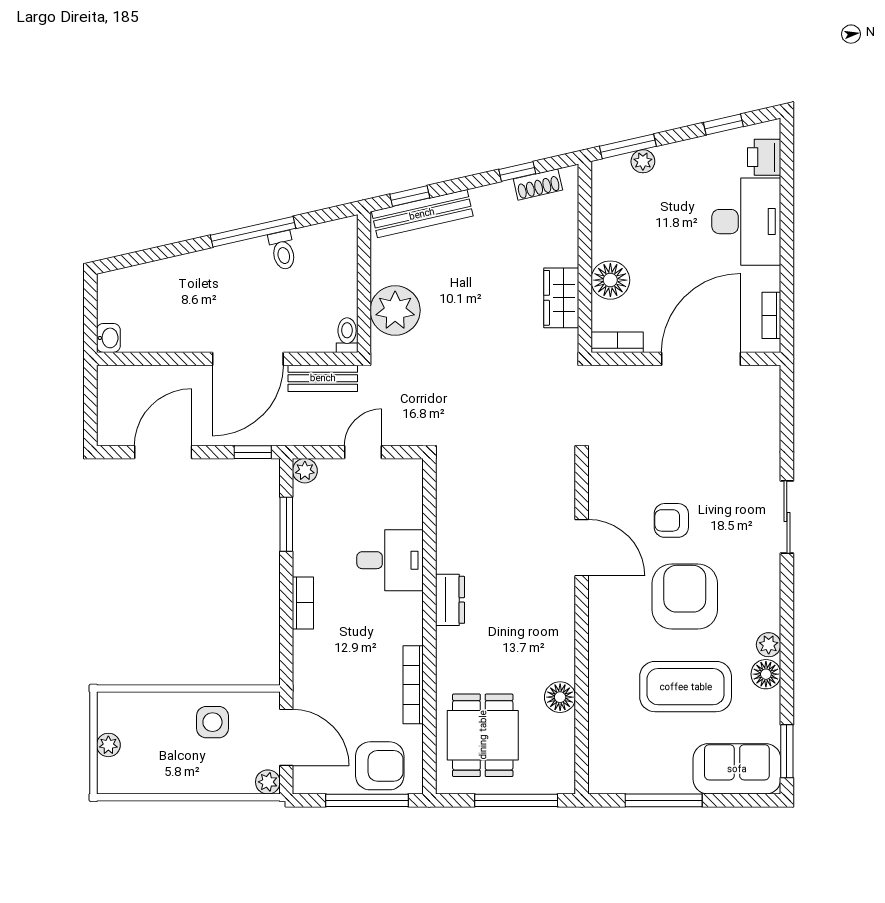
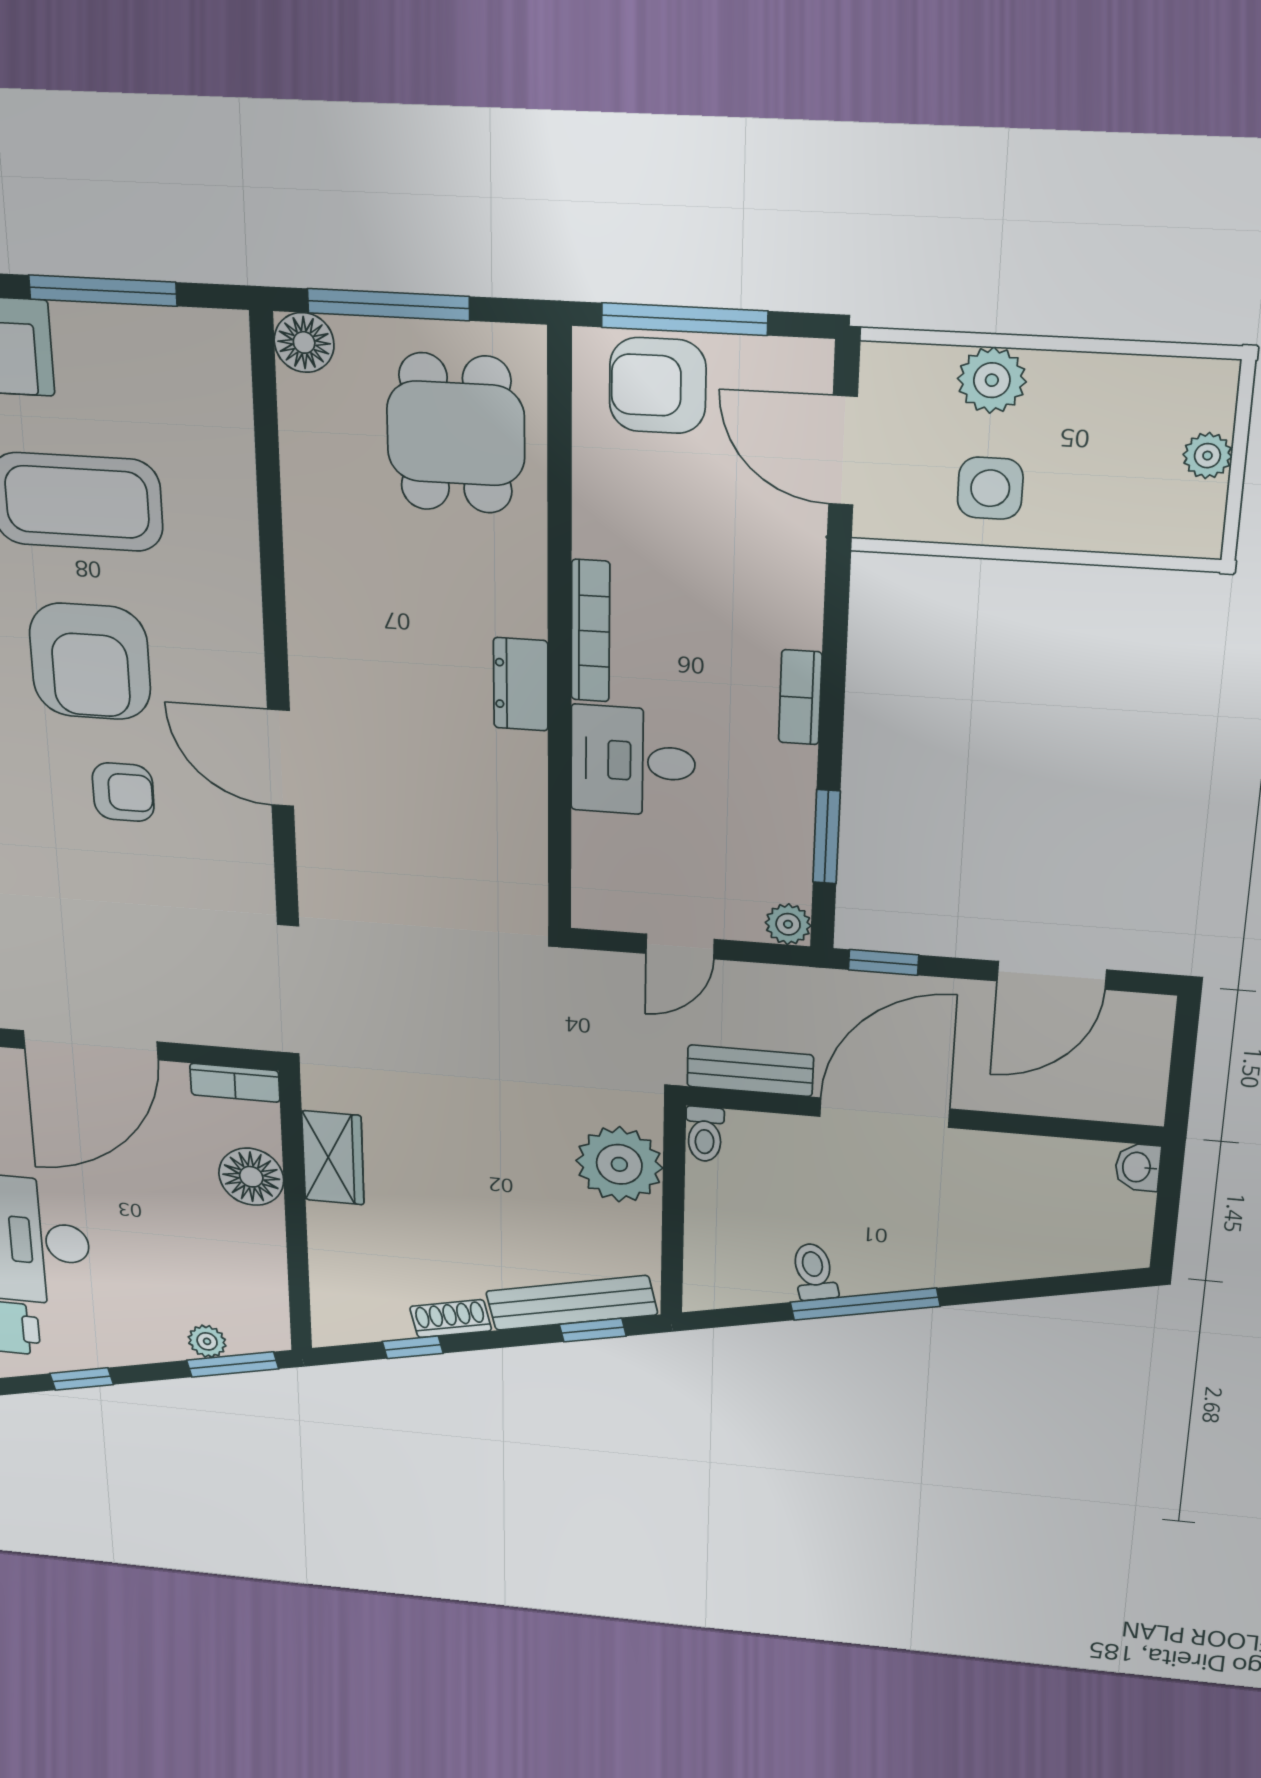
shoe rack: (538, 185) -> (451, 1319), moved
bookcase: (413, 685) -> (590, 631), moved
floor lamp: (560, 697) -> (304, 343), moved
plant: (268, 782) -> (992, 380), moved, width x1.38, depth x1.38

